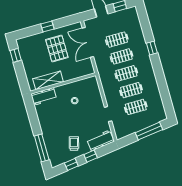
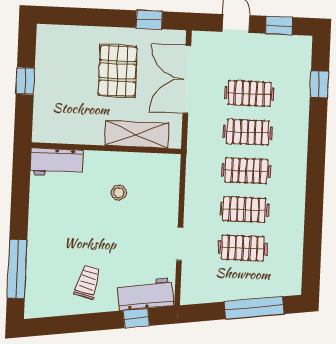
window: (47, 26) -> (149, 20), moved
window: (152, 48) -> (319, 84), moved
window: (16, 55) -> (25, 81), moved
shelving: (48, 80) -> (137, 134), moved
window: (91, 156) -> (136, 318), moved
window: (71, 164) -> (68, 324), removed

